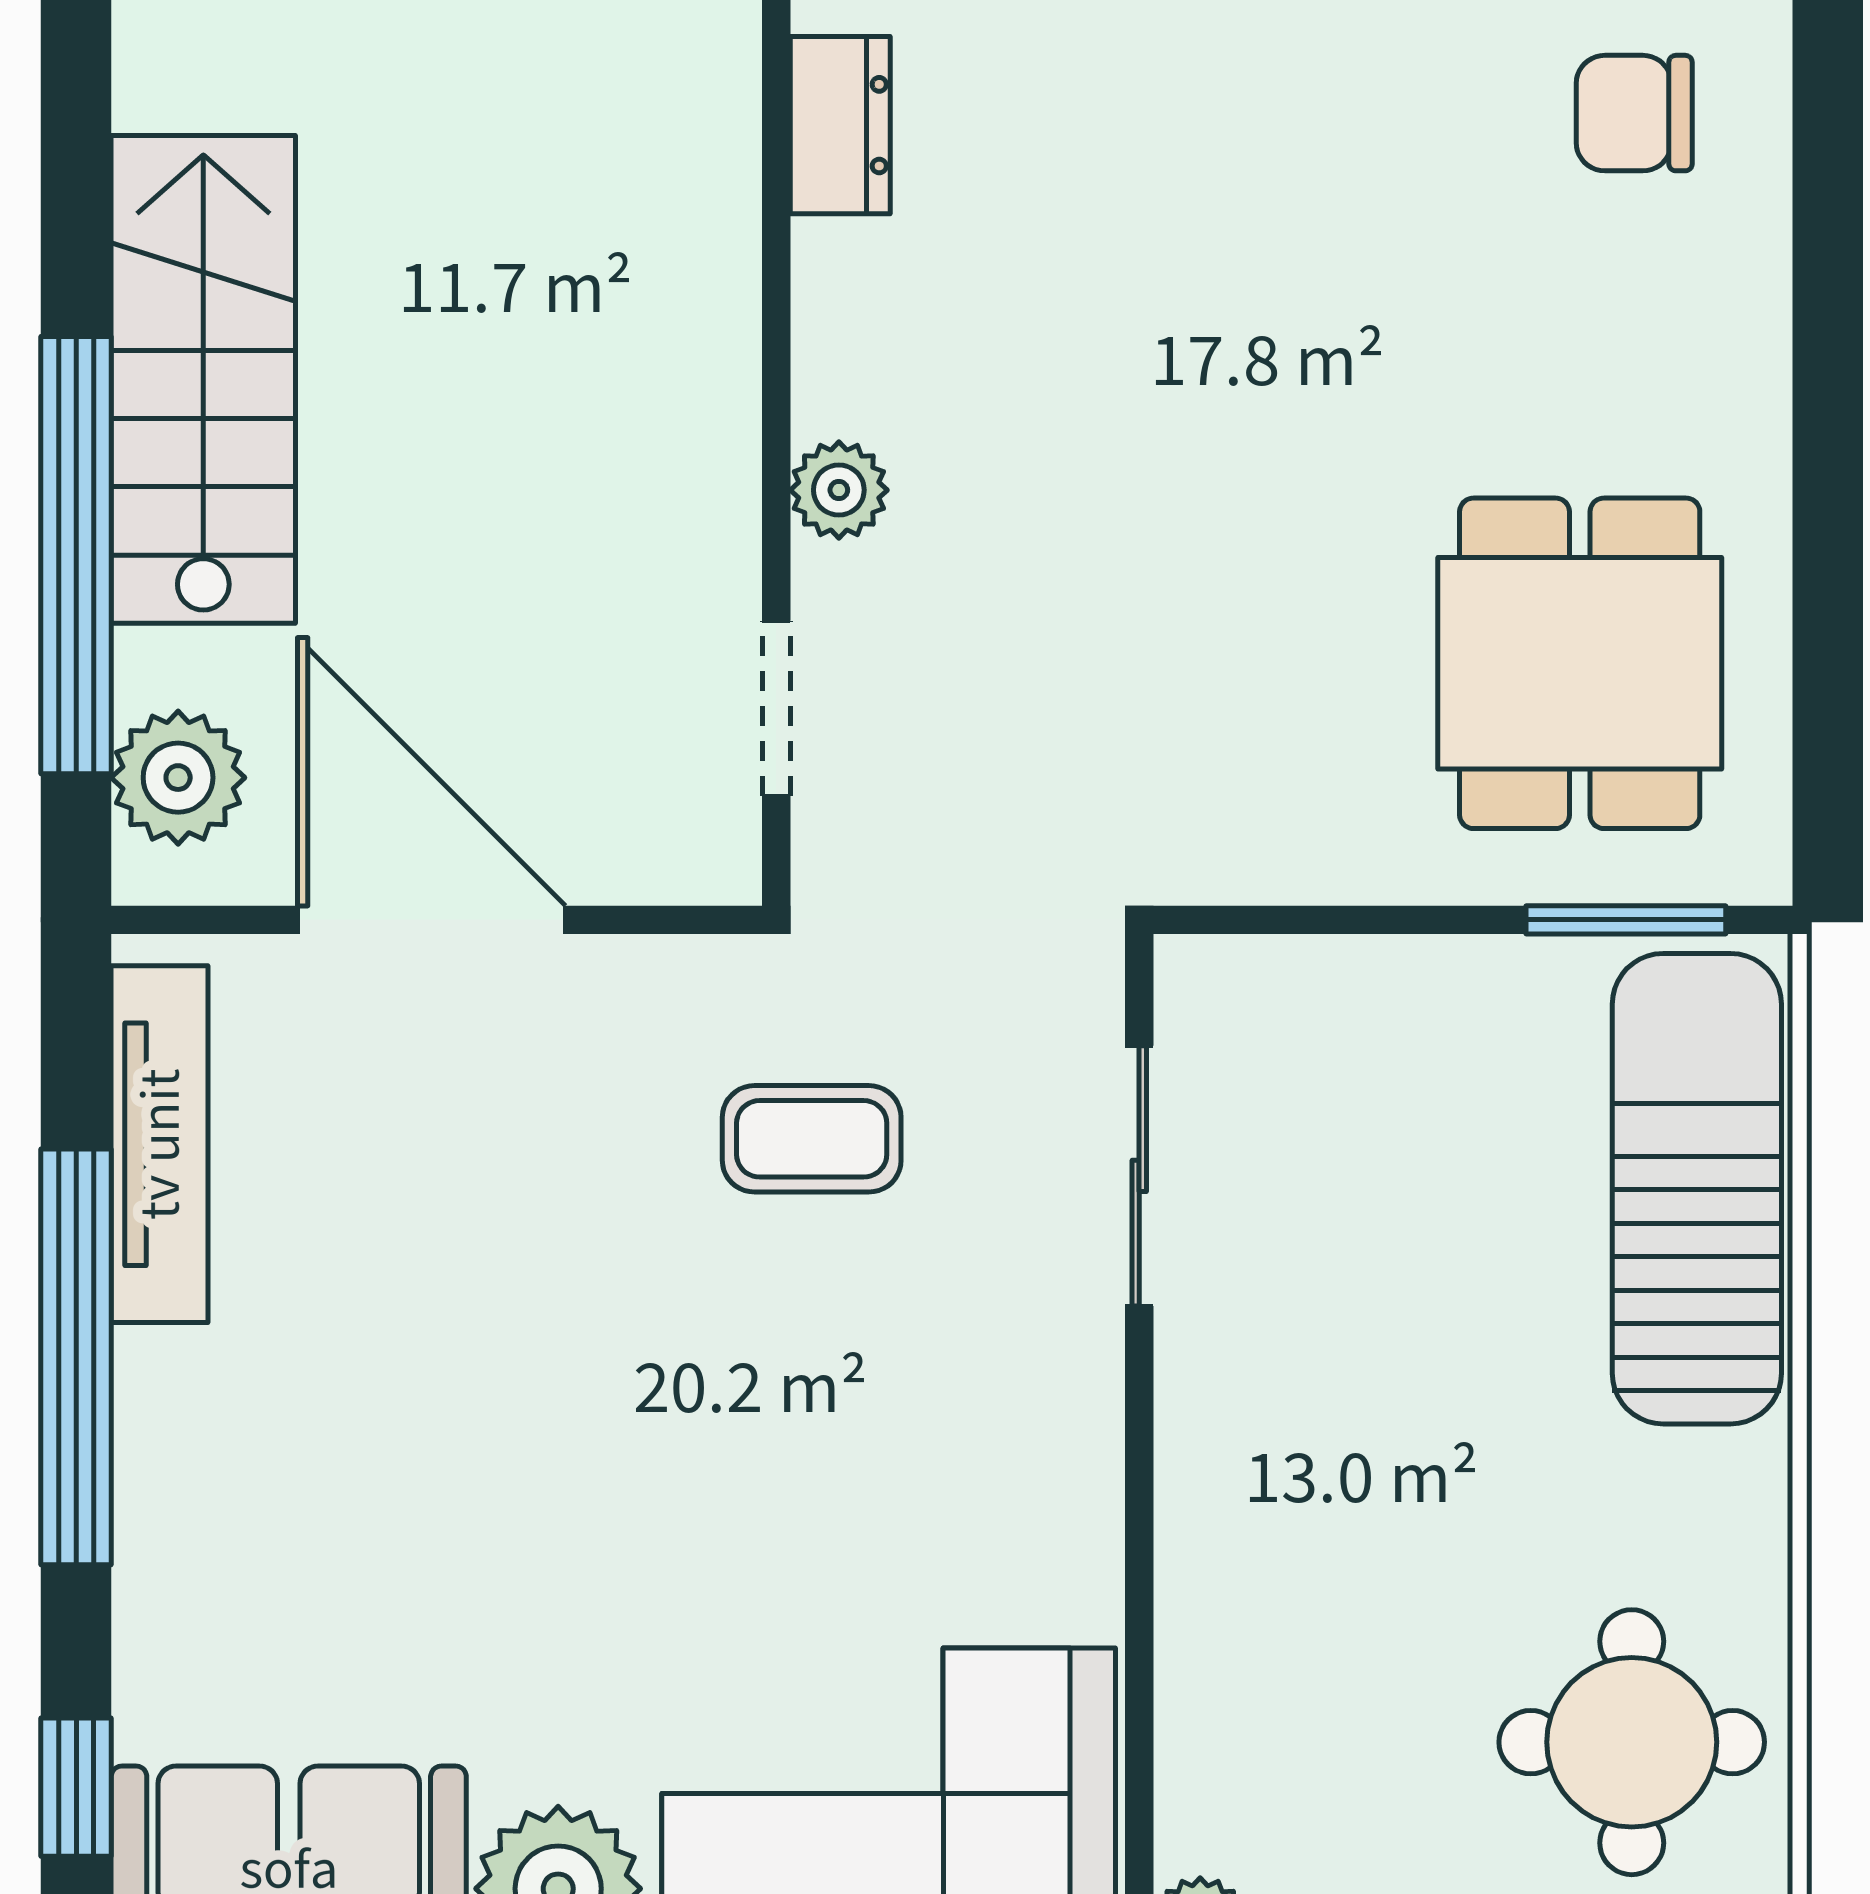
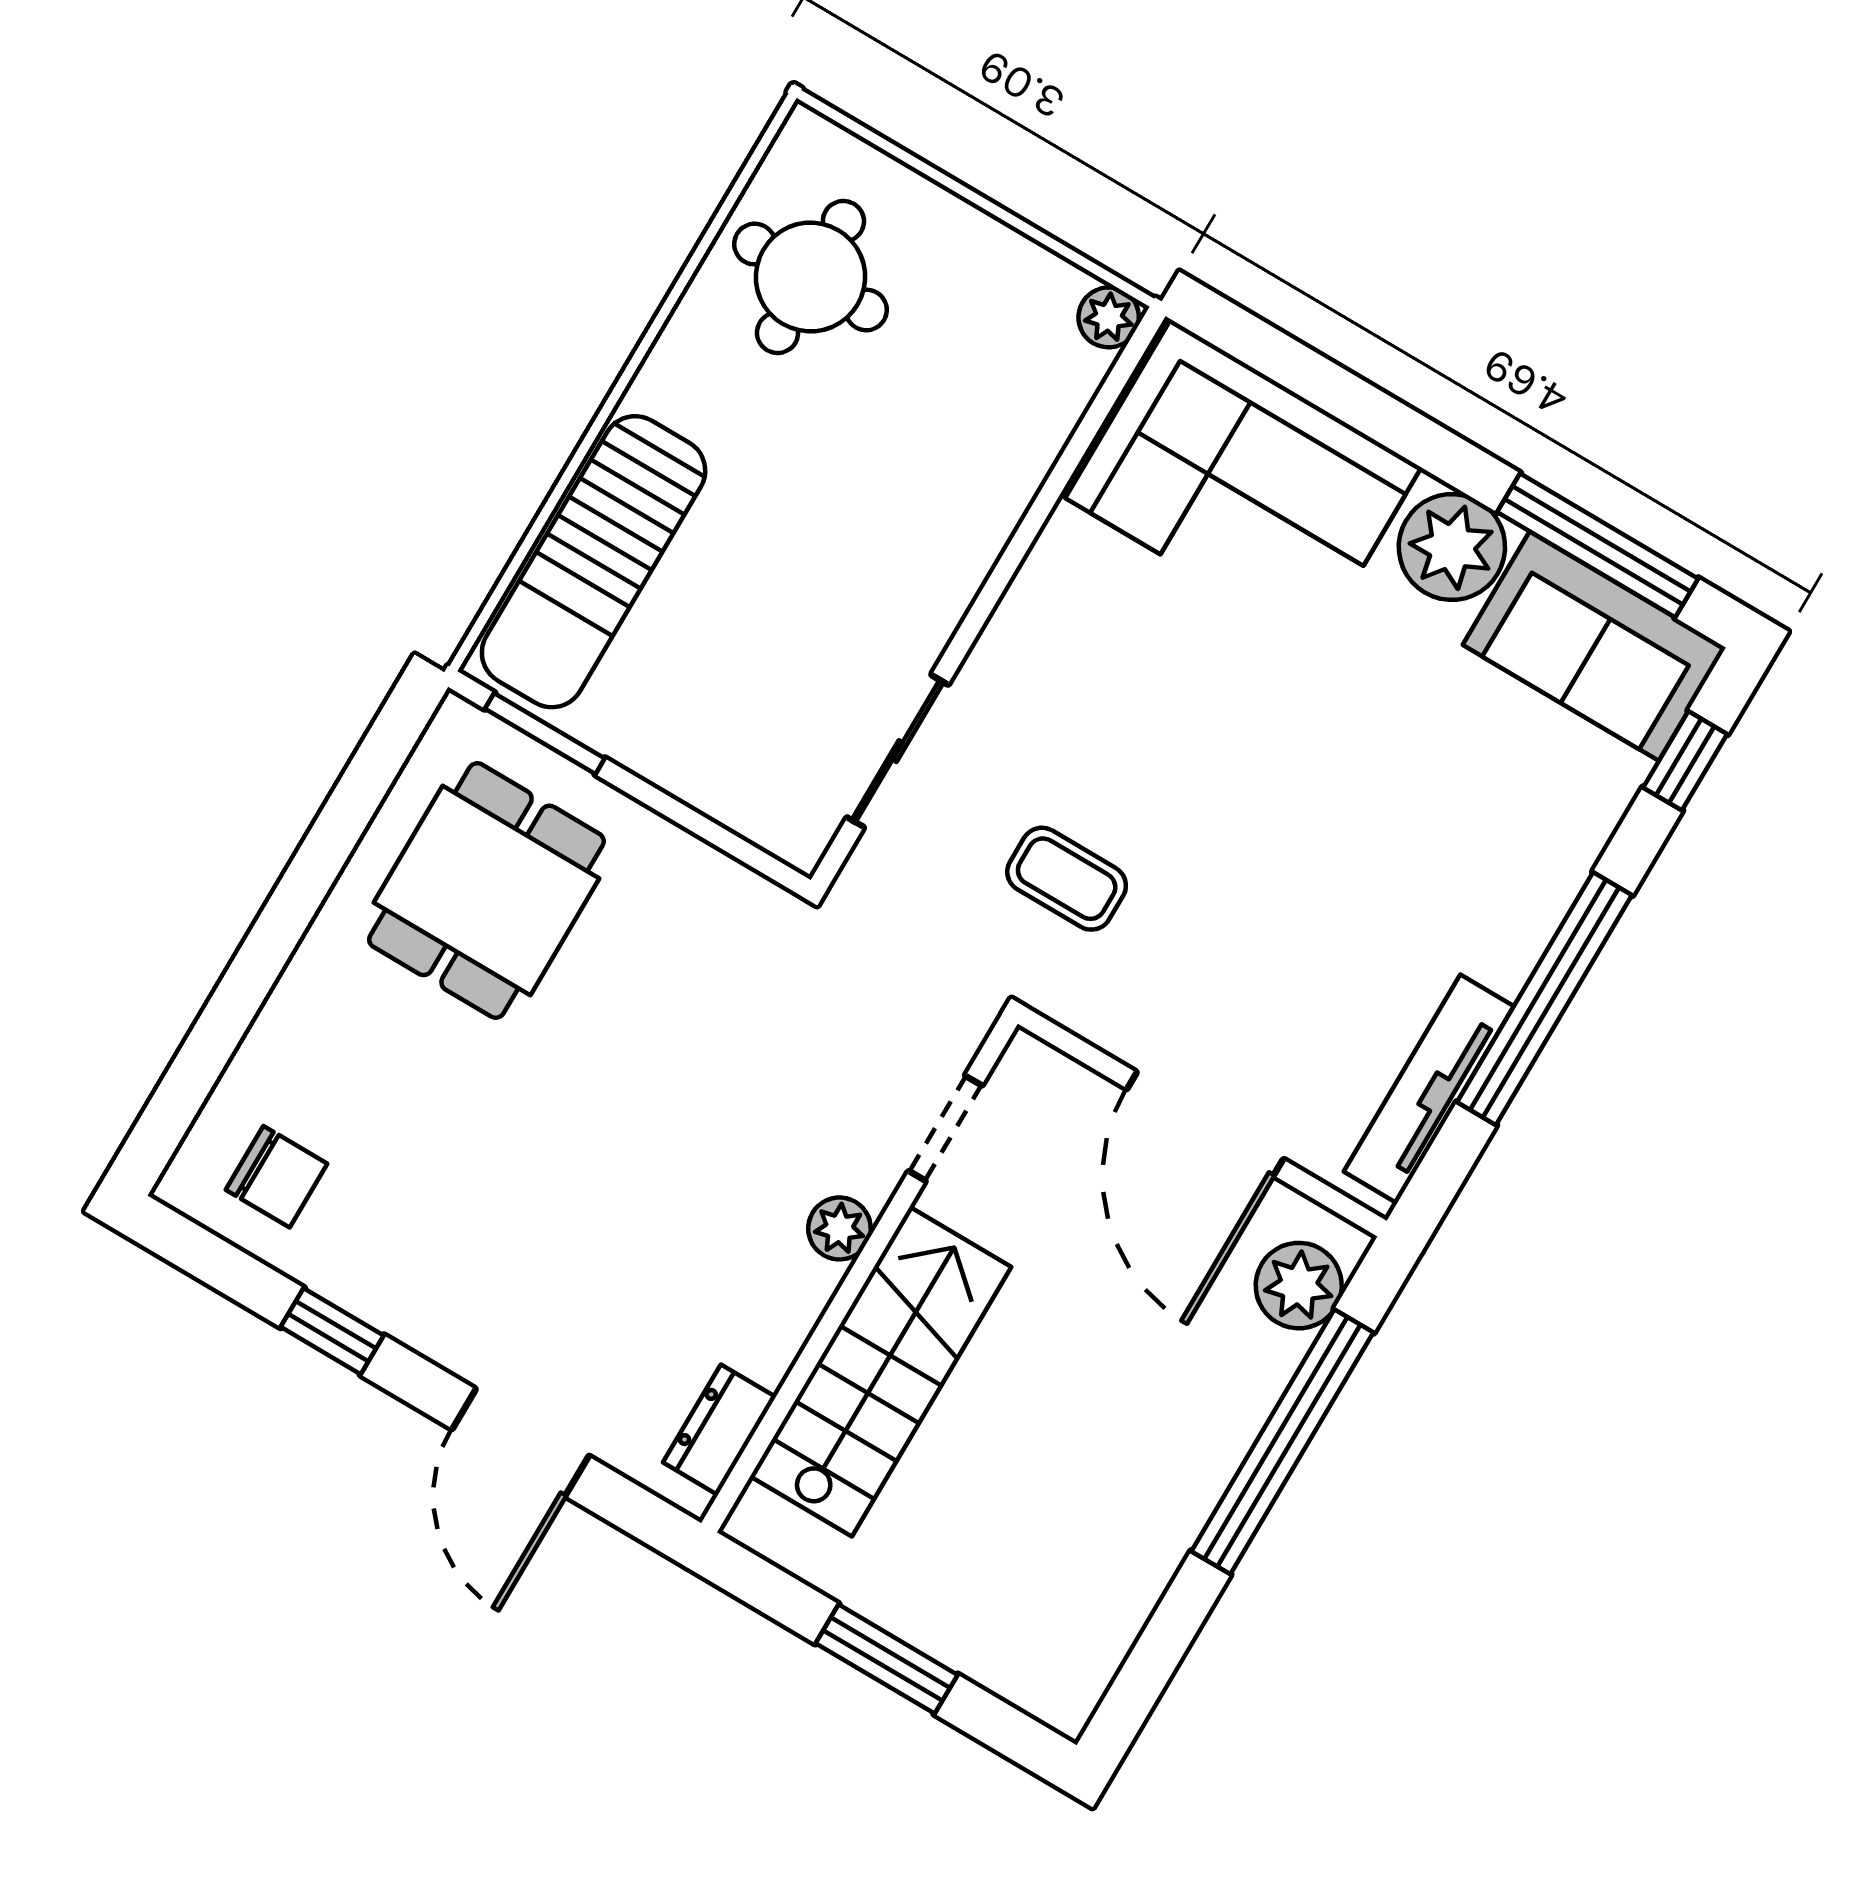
stairs: (203, 379) -> (881, 1372), moved, turned 180

